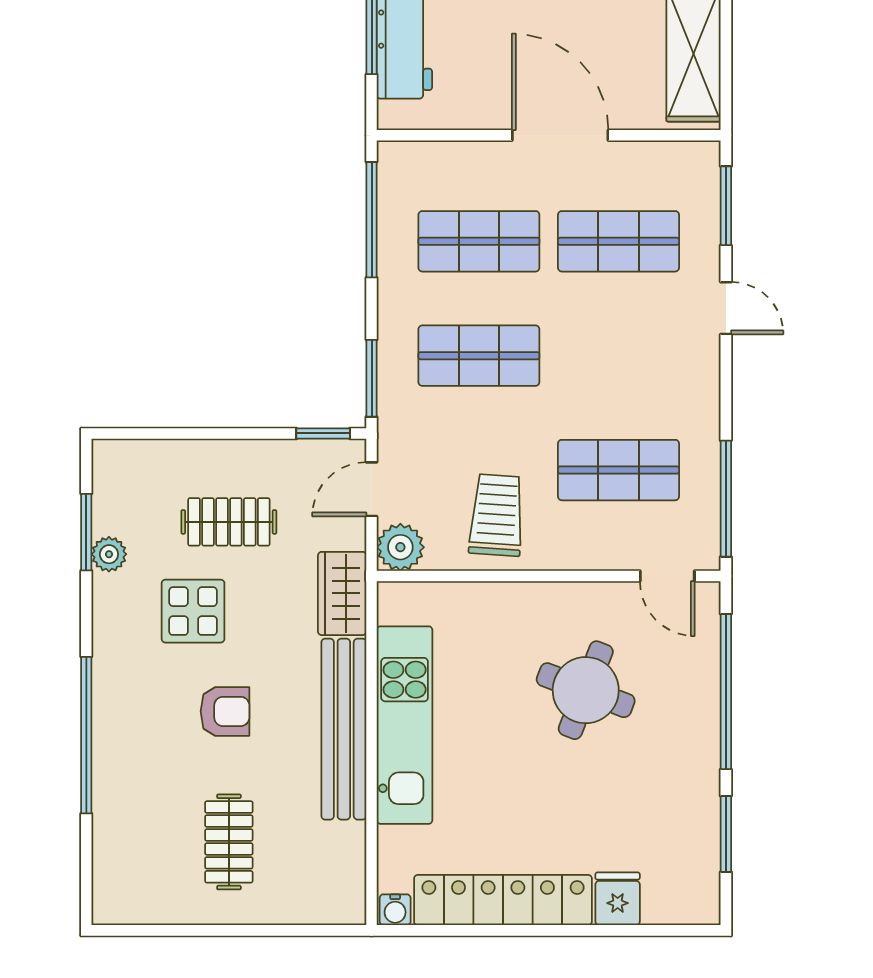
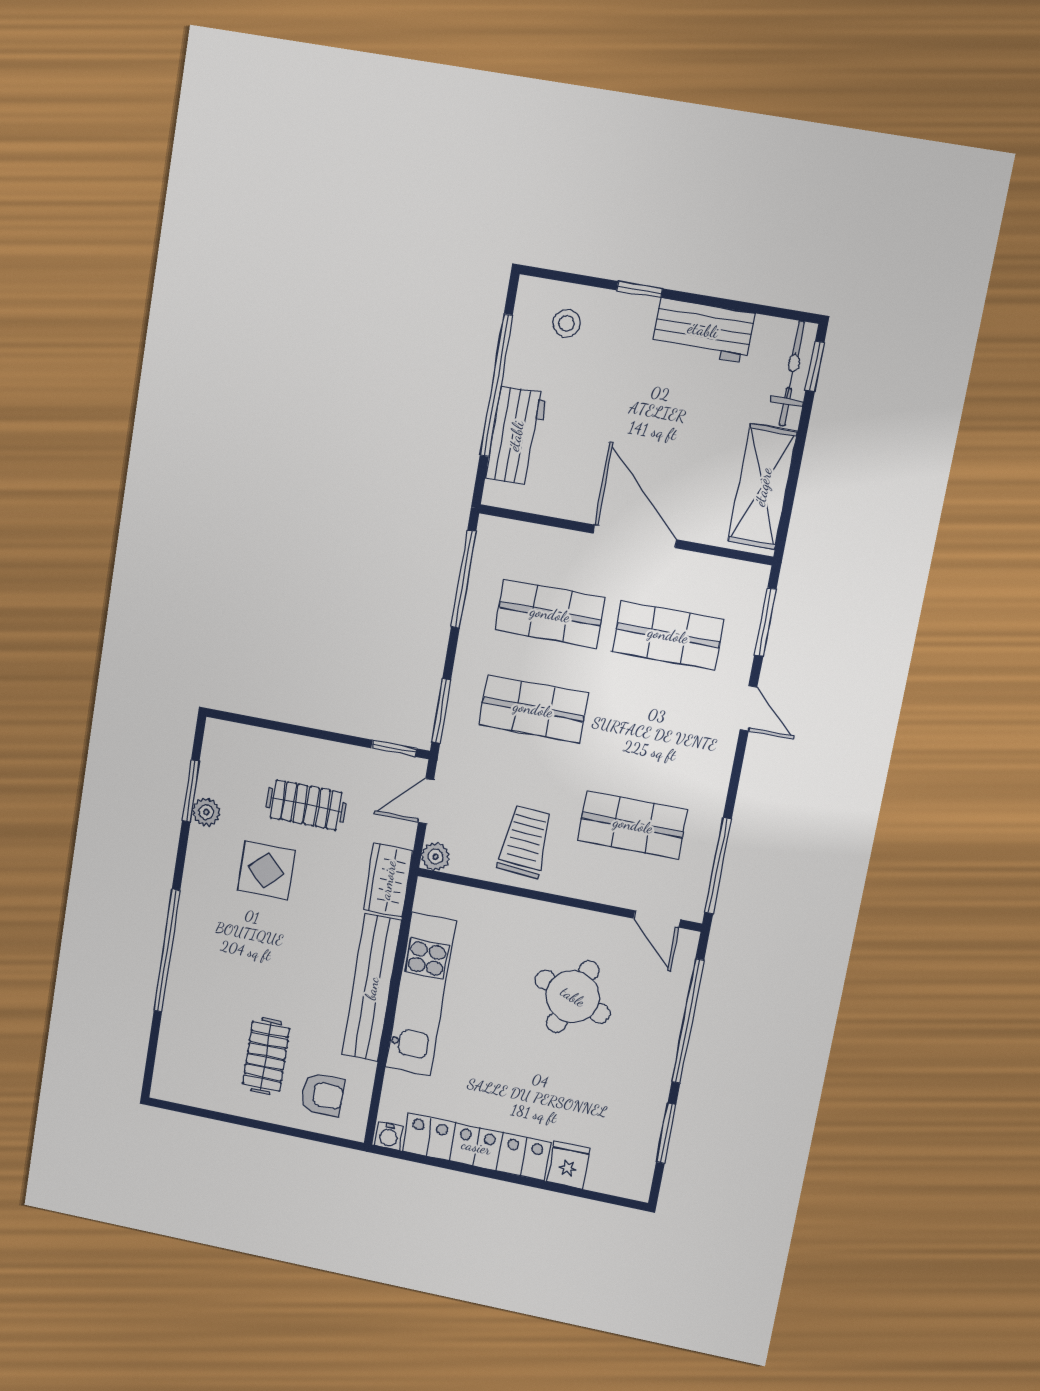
plant: (400, 547) -> (435, 857), width x0.73, depth x0.73
armchair: (225, 711) -> (323, 1095), moved

